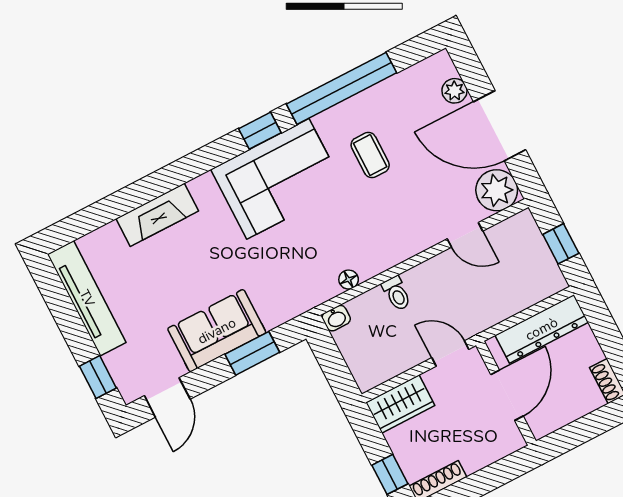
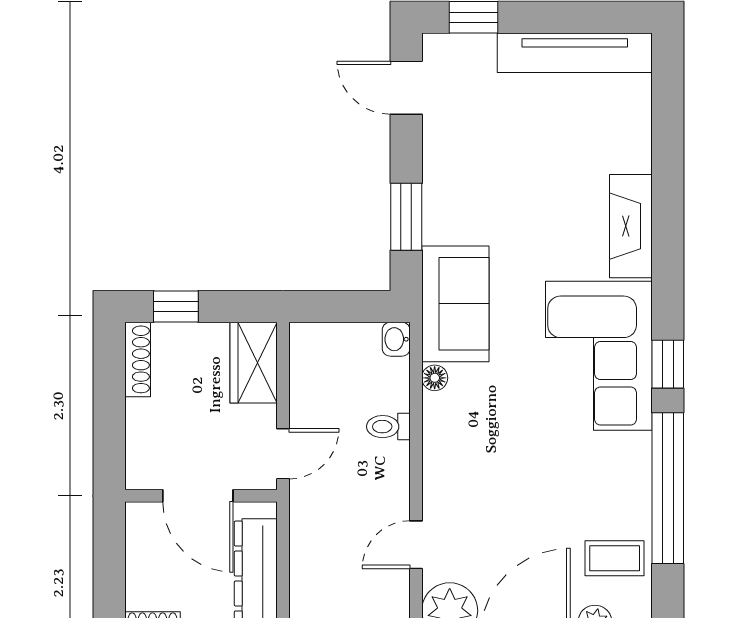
coffee table: (370, 155) -> (615, 558), moved
fireplace: (157, 215) -> (631, 226), moved
sofa: (217, 331) -> (455, 304), moved

